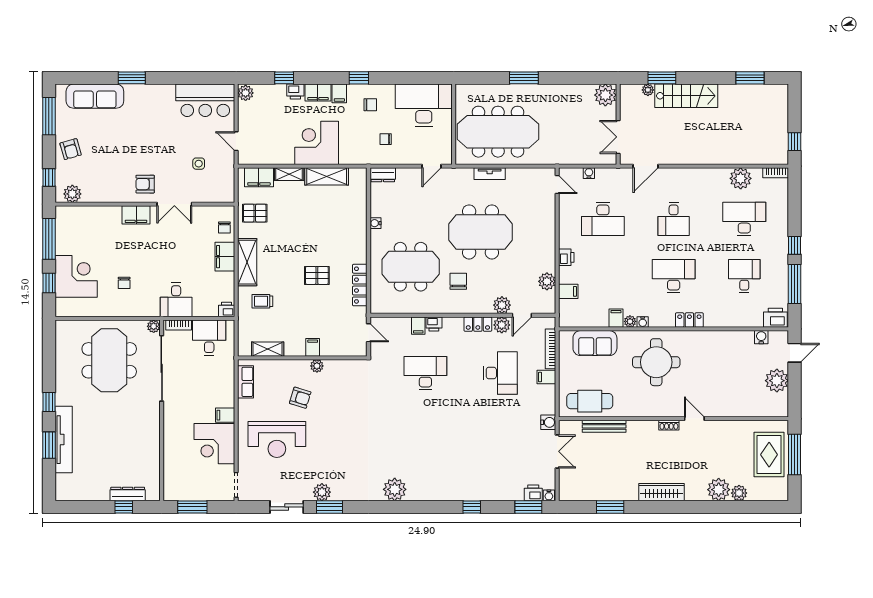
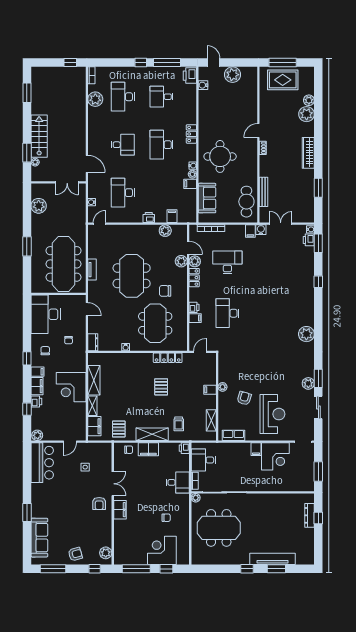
plant: (605, 95) -> (39, 206), moved
desk: (603, 219) -> (123, 193), turned 180
filing cabinet: (546, 377) -> (250, 231), moved

